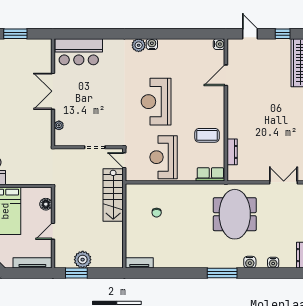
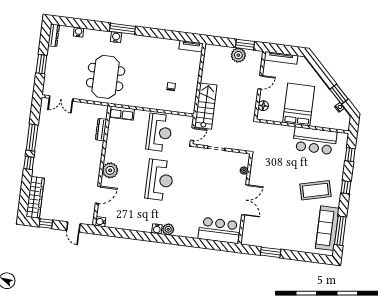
plant: (215, 106) -> (110, 170), added
coffee table: (207, 135) -> (120, 146), removed
door: (124, 160) -> (193, 134), hinge flipped
water cooler: (250, 262) -> (116, 37), moved

